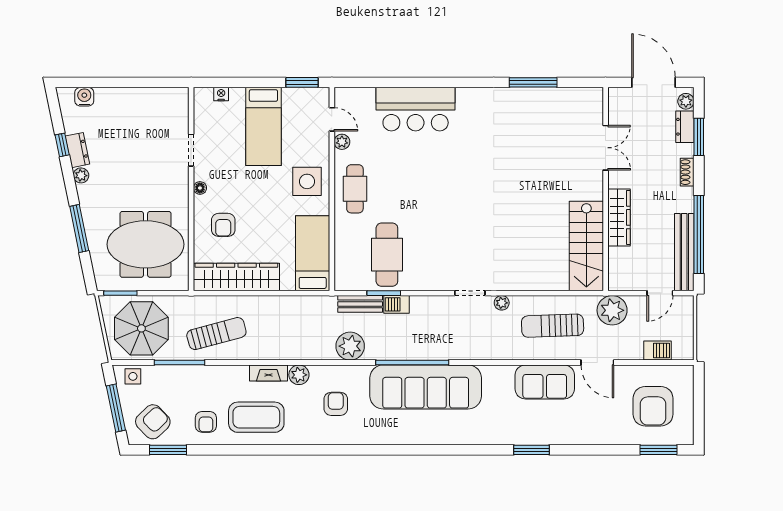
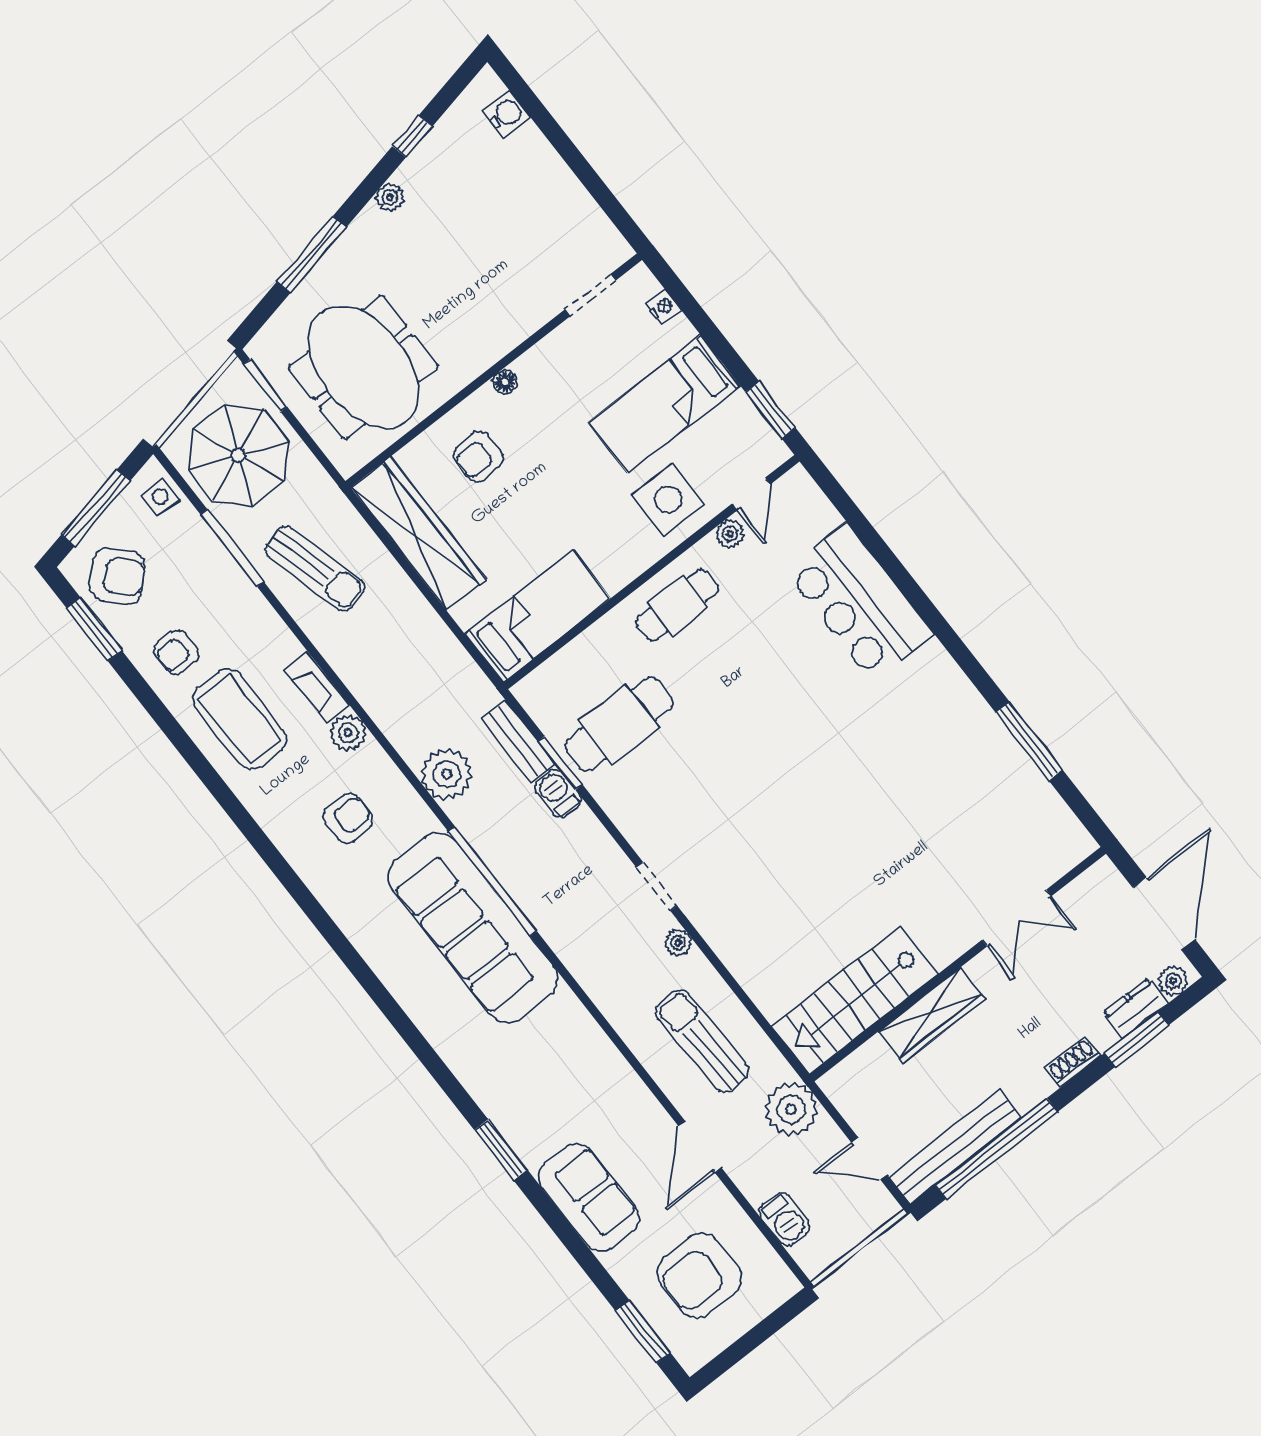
dresser: (77, 150) -> (422, 164), removed
doorway: (191, 150) -> (590, 295), moved
side table: (307, 181) -> (668, 500), moved
sofa: (545, 382) -> (589, 1197), moved, turned 180

